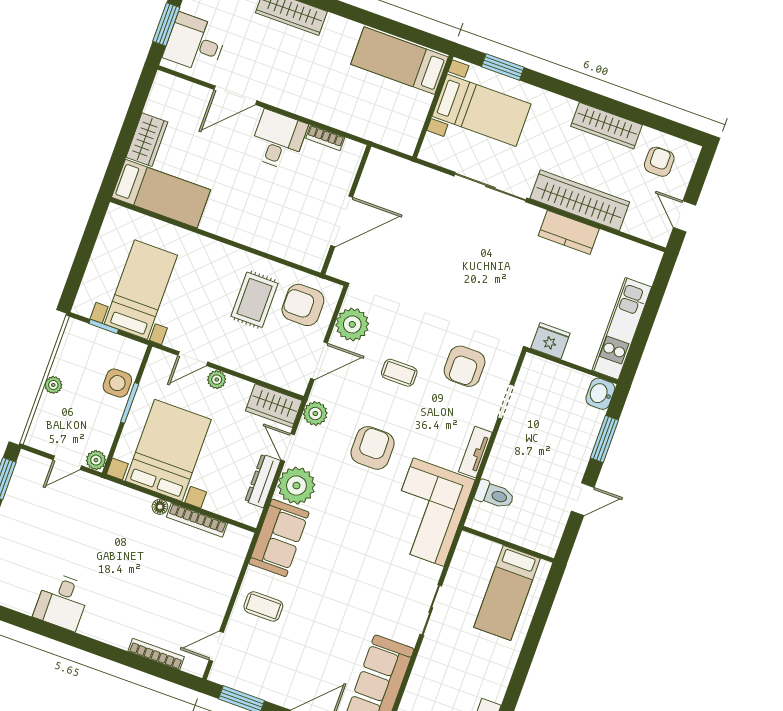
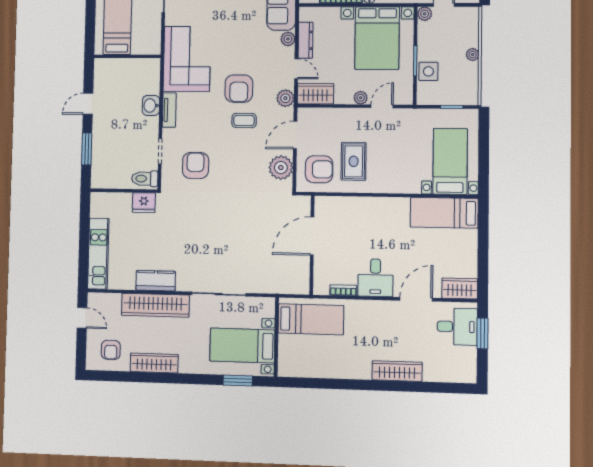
bed: (399, 61) -> (311, 319), moved
wardrobe: (147, 140) -> (460, 288), moved, turned 90
bed with nightstands: (141, 290) -> (450, 161), moved, turned 180
kitchen unit: (622, 329) -> (98, 254), moved
coffee table: (399, 373) -> (244, 120), moved
washbasin: (600, 394) -> (151, 105), moved, turned 180
plant: (296, 486) -> (288, 39), width x0.53, depth x0.53
toilet: (494, 495) -> (145, 179), moved

